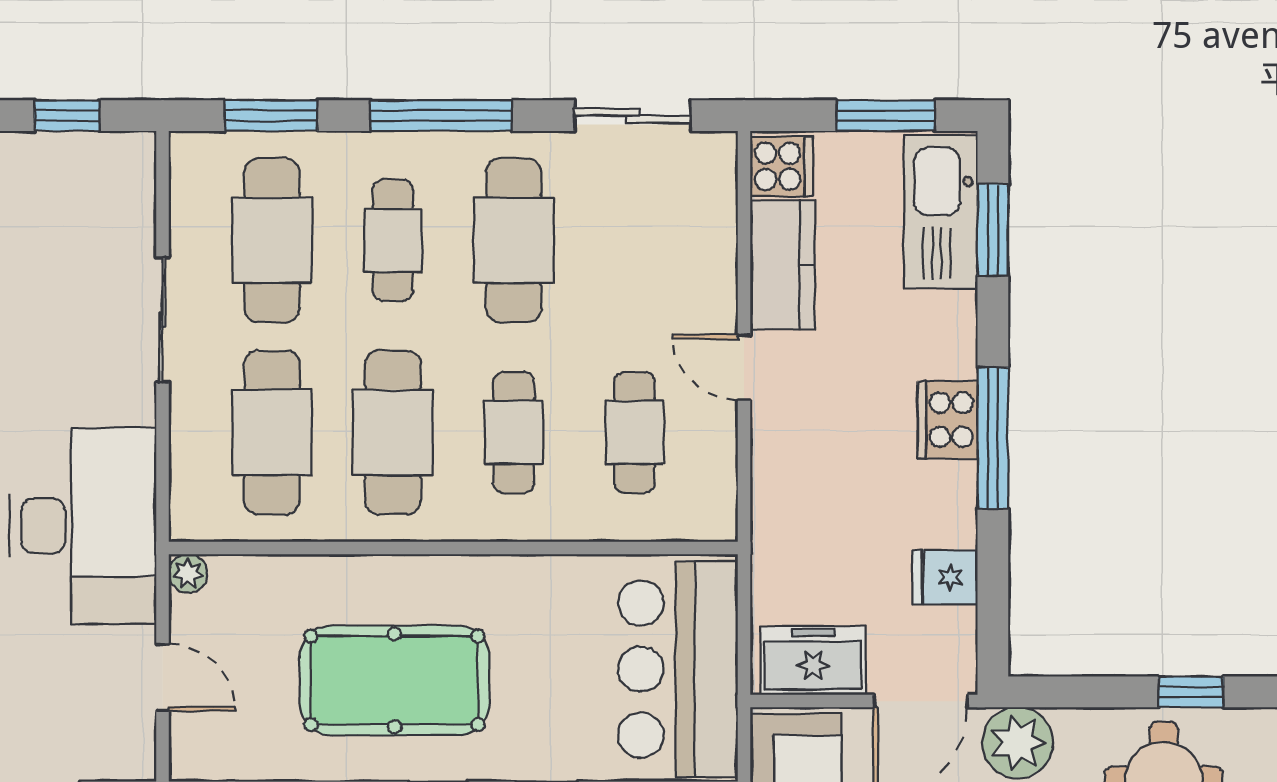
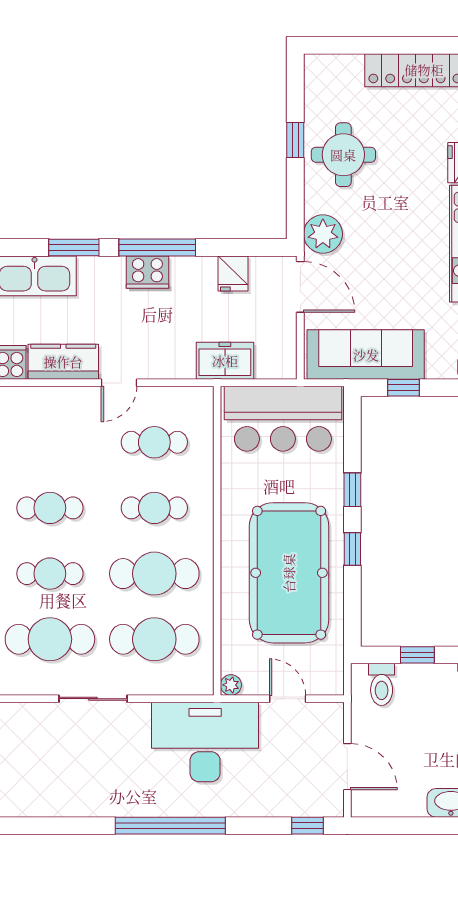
window: (993, 230) -> (74, 248), moved
cafe table: (514, 240) -> (50, 508), width x0.73, depth x0.74
freezer: (813, 661) -> (225, 361), moved, turned 90
door: (163, 678) -> (288, 699), hinge flipped
pool table: (394, 680) -> (289, 573), width x1.36, depth x1.32

